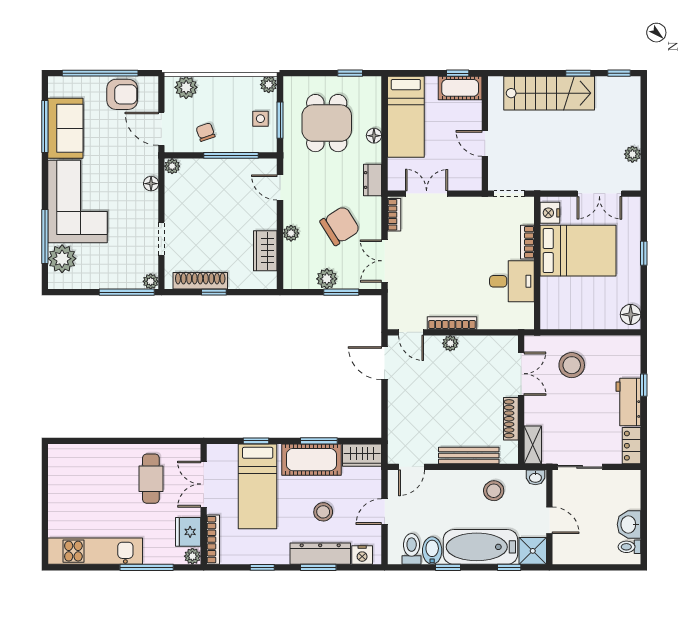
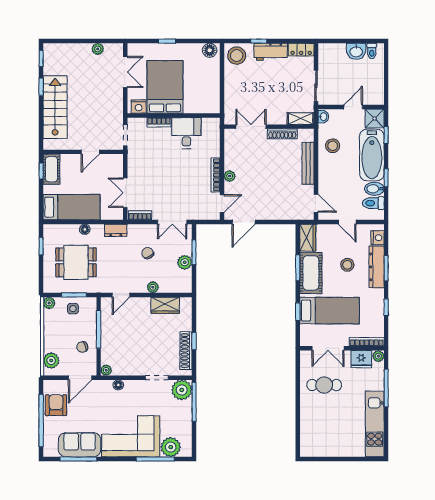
chair: (340, 226) -> (148, 253), width x0.54, depth x0.54
plant: (151, 281) -> (182, 390), width x1.88, depth x1.88
stool: (572, 365) -> (237, 56), moved

